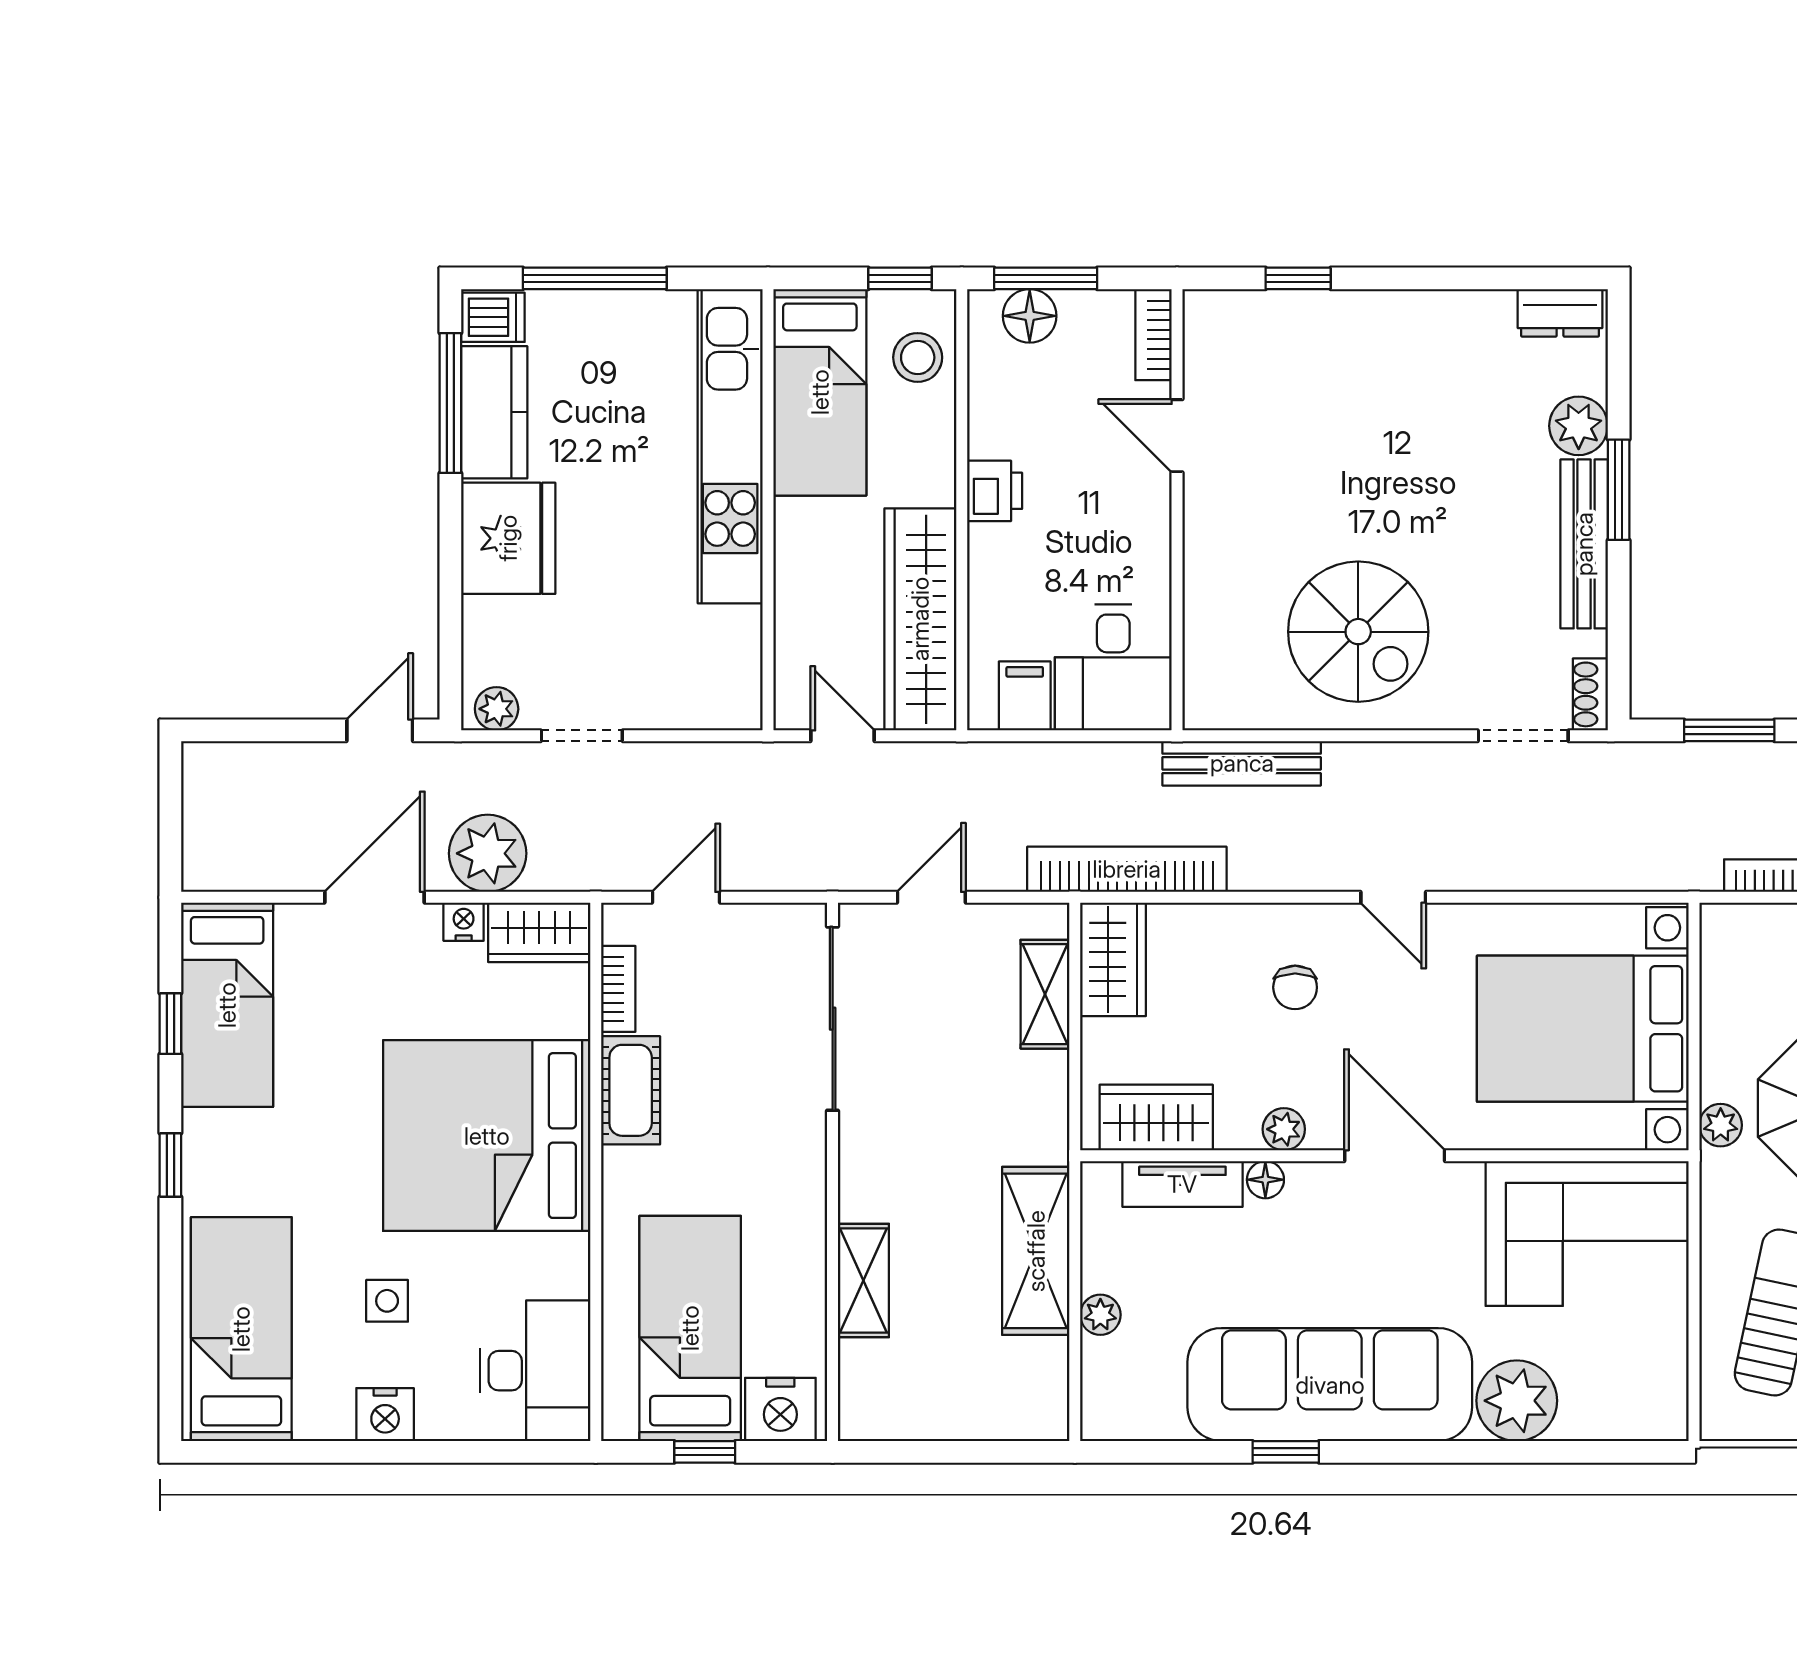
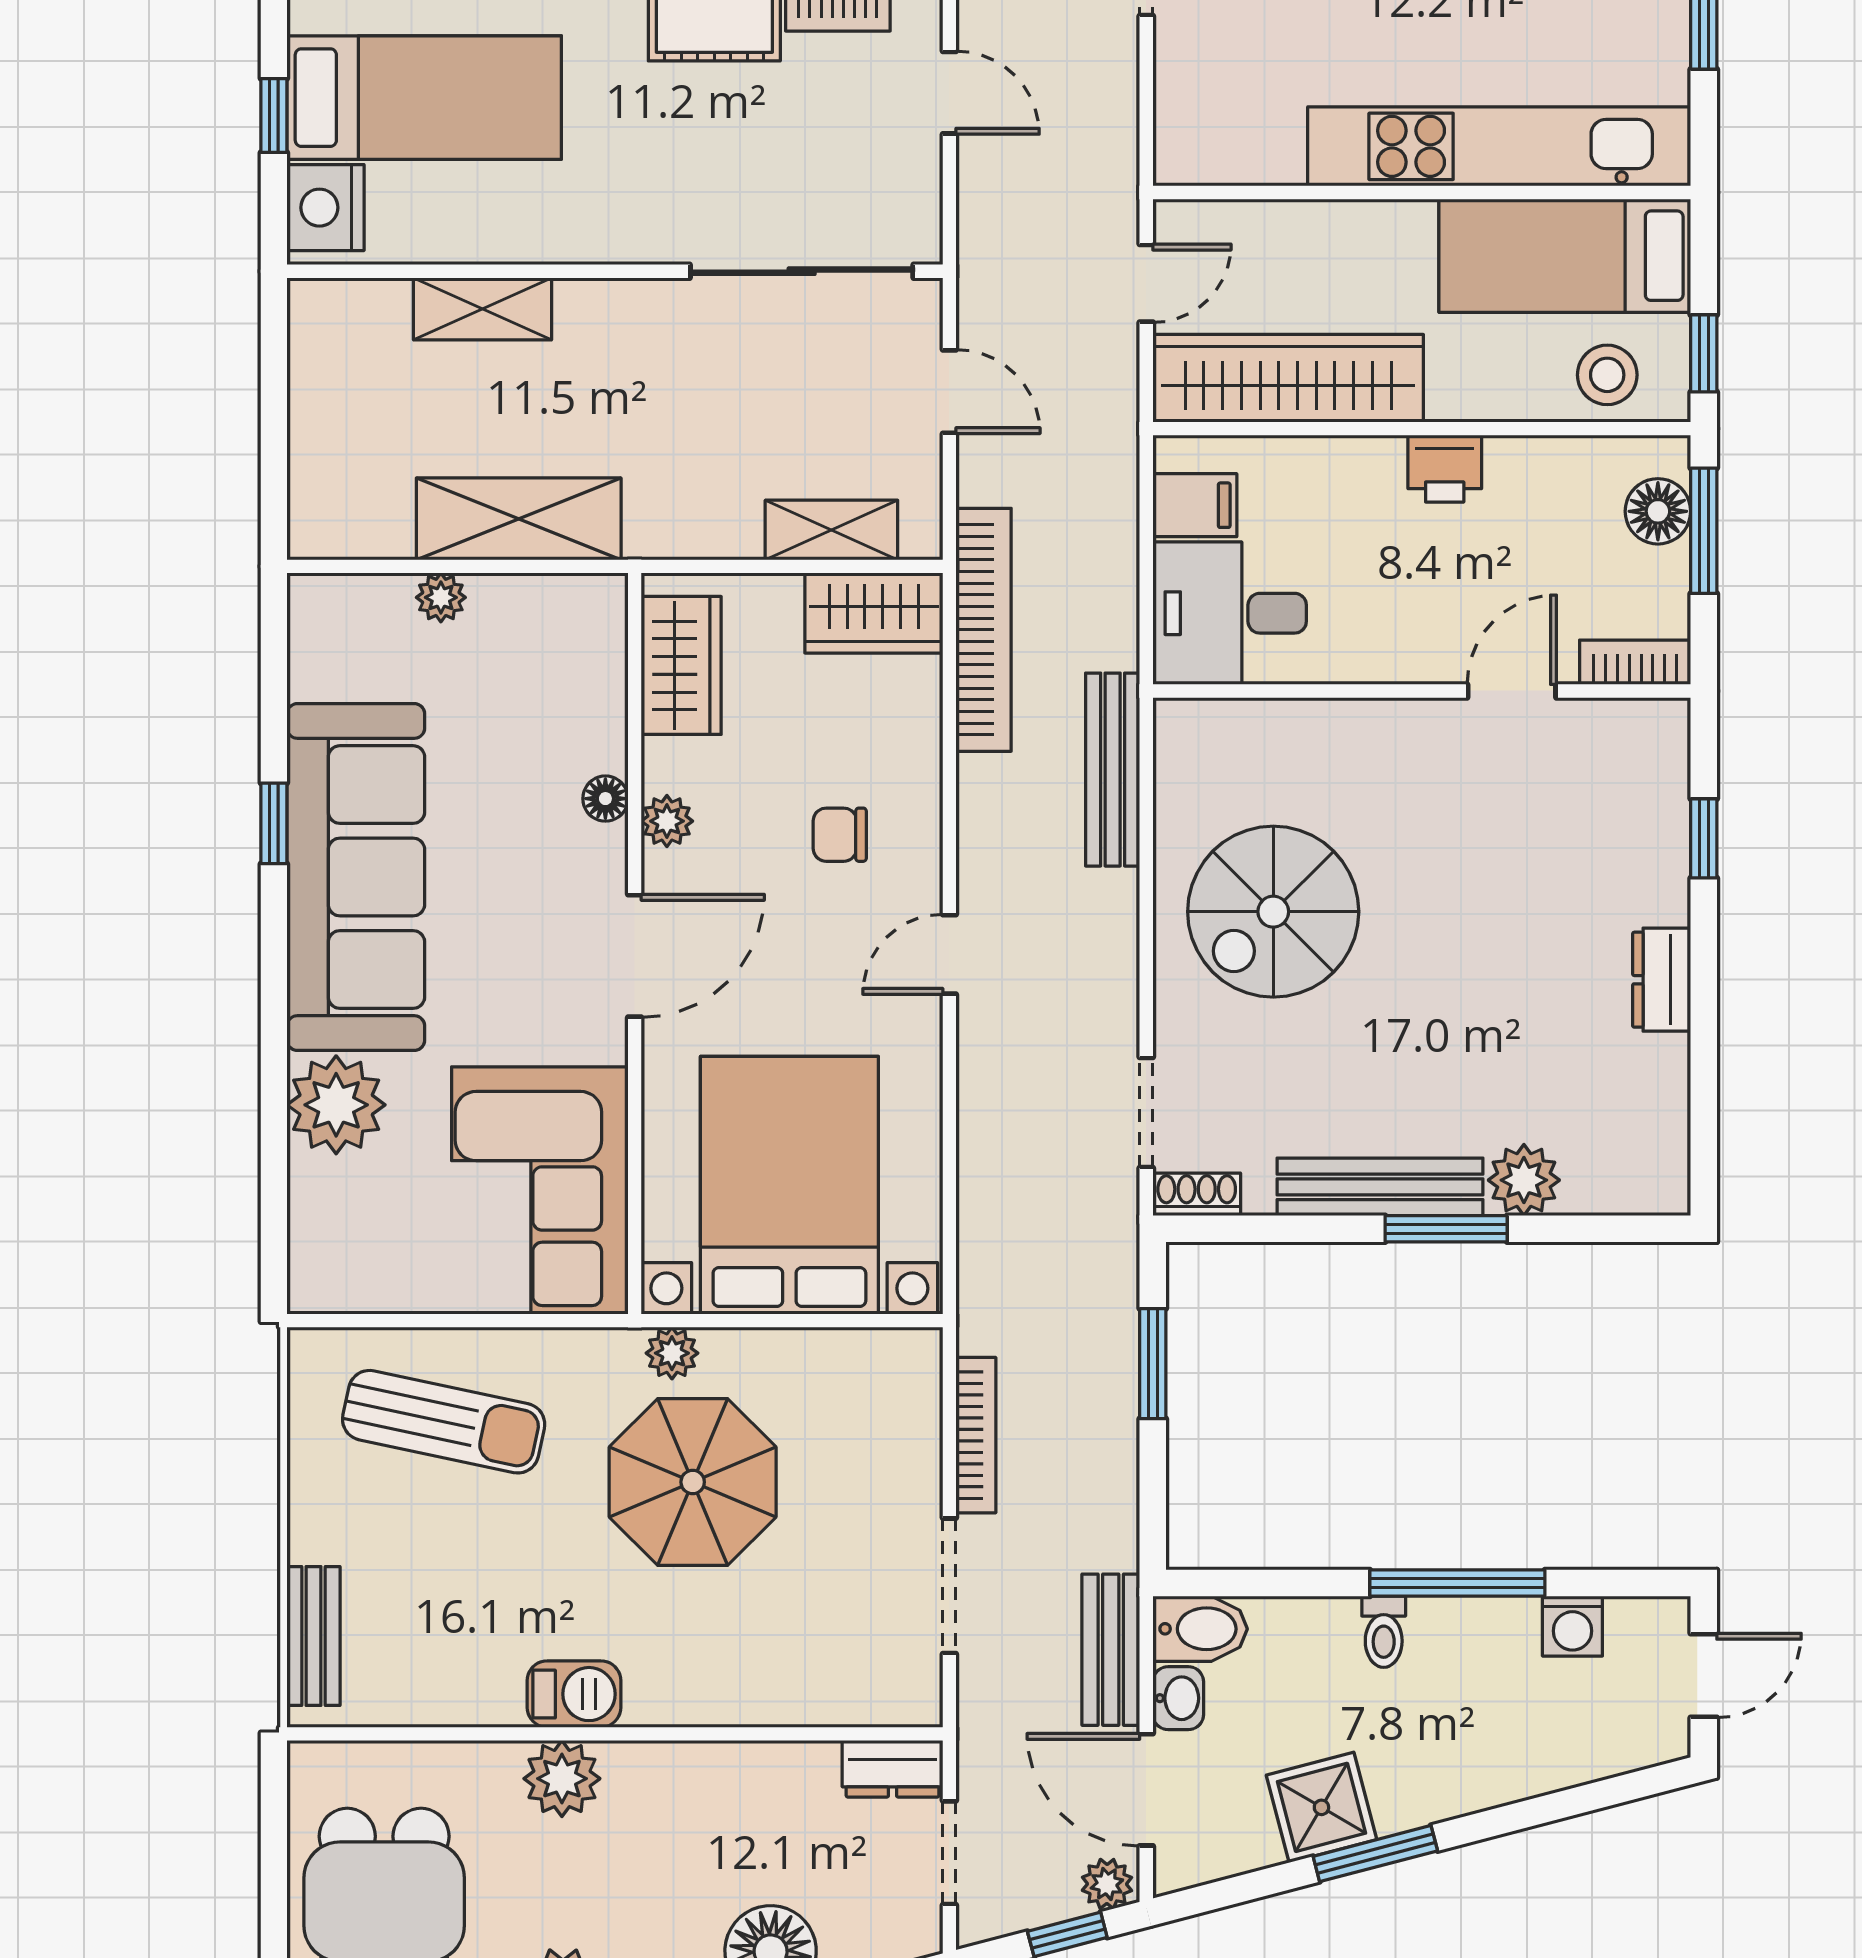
dresser: (1560, 313) -> (1662, 980), moved
tv unit: (1182, 1184) -> (600, 697), removed

